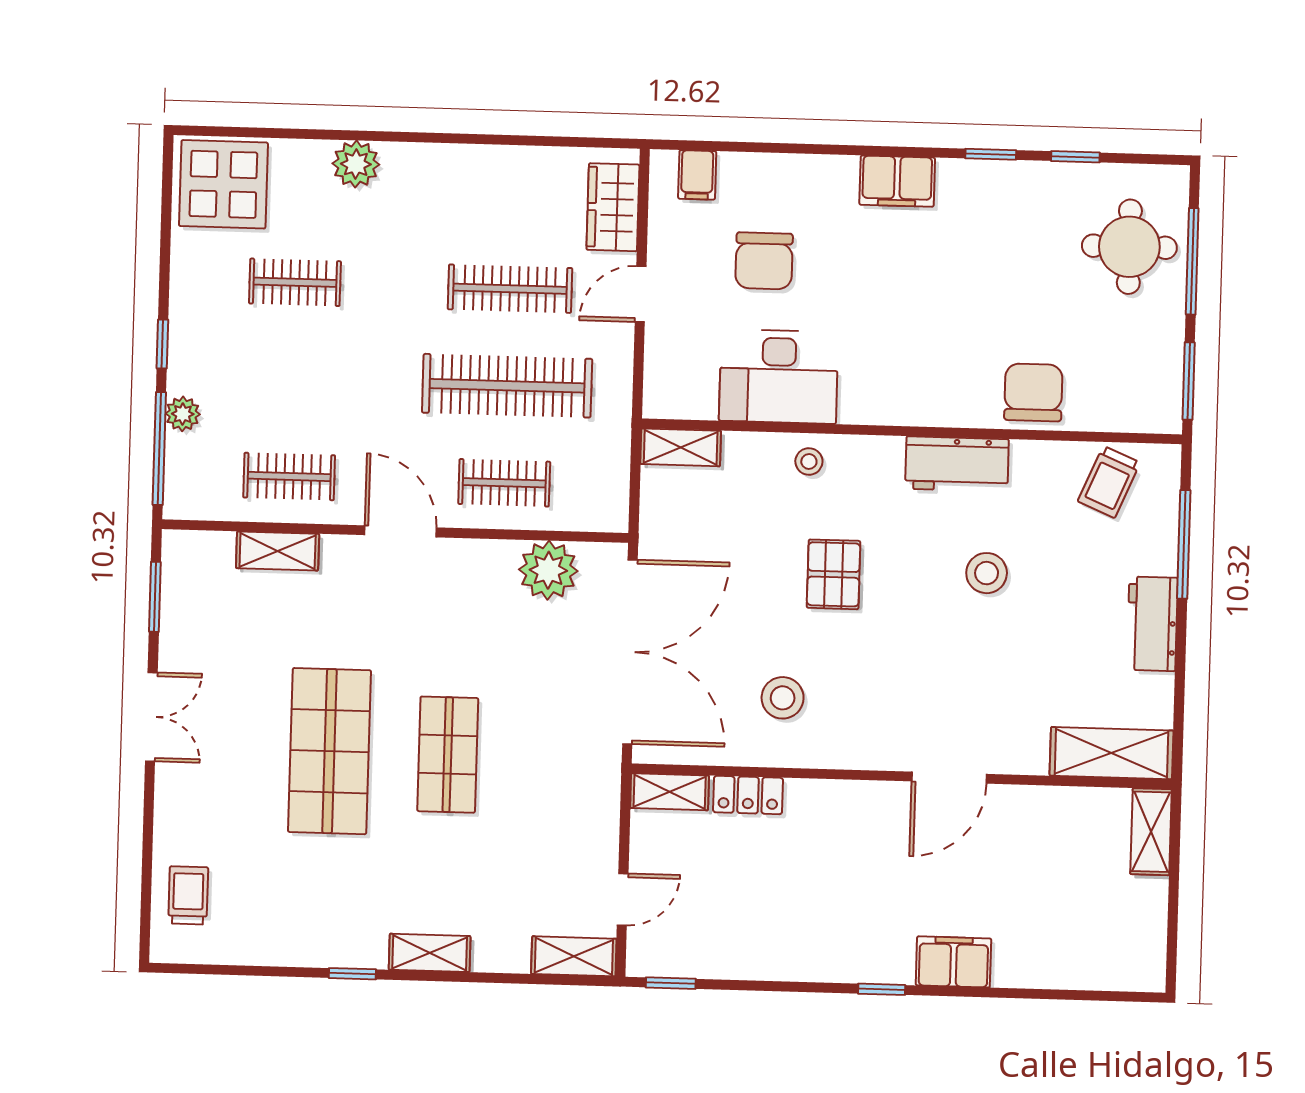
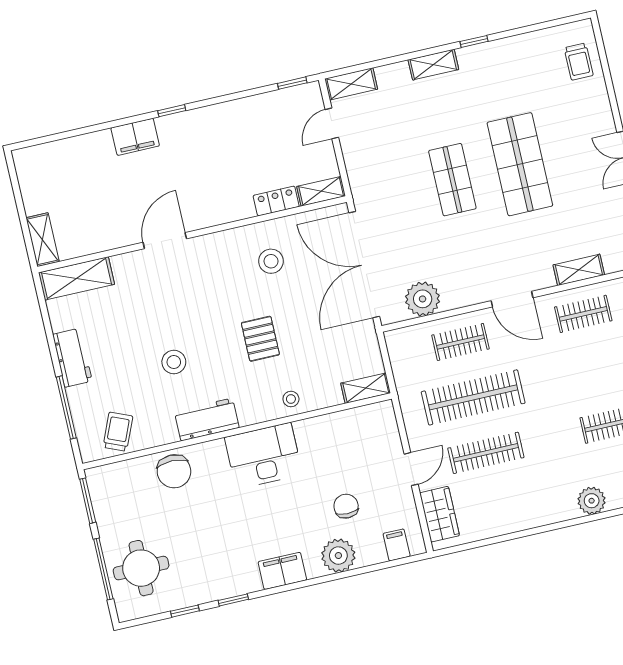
plant: (798, 182) -> (338, 556), added
chair: (764, 261) -> (346, 506), width x0.73, depth x0.73
desk: (779, 377) -> (263, 456), moved

